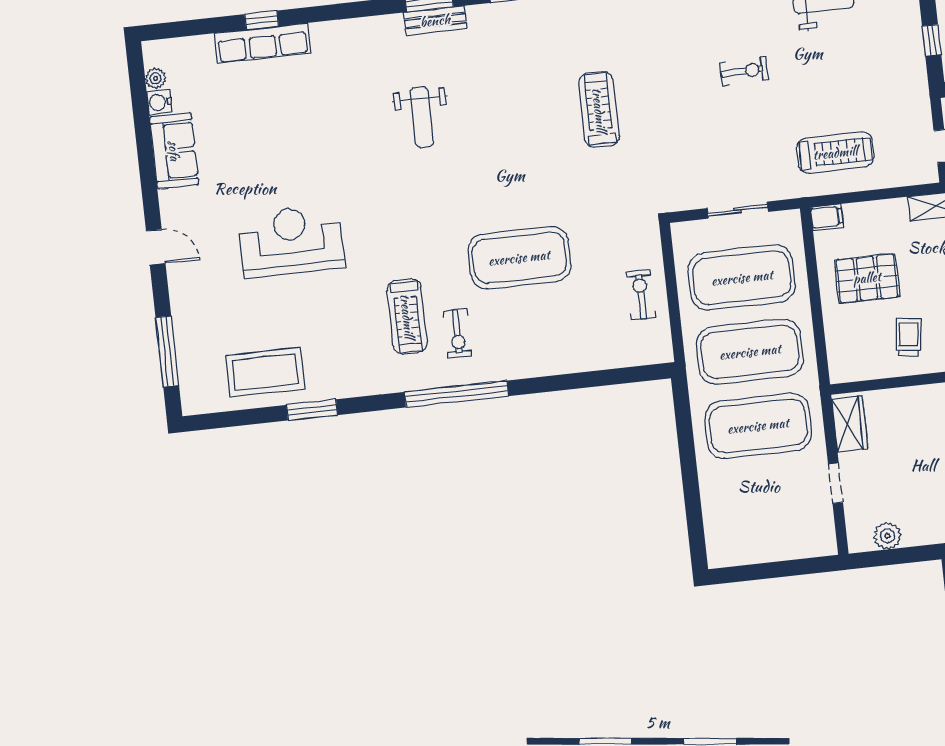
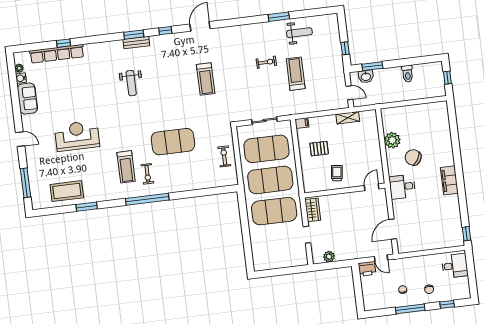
row of seats: (263, 43) -> (57, 54), width x1.36
treadmill: (599, 110) -> (206, 79), turned 180
treadmill: (835, 153) -> (296, 74), moved, turned -90
pallet: (867, 278) -> (319, 149), width x0.67, depth x0.71

